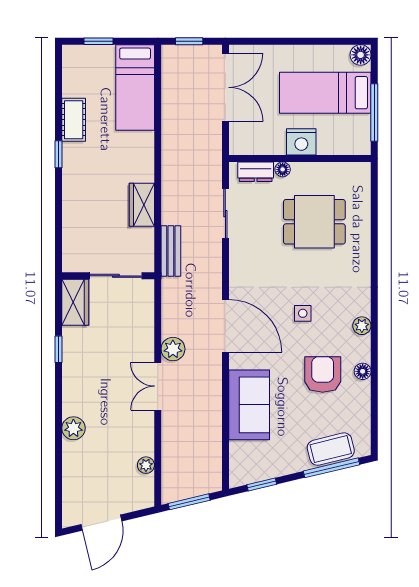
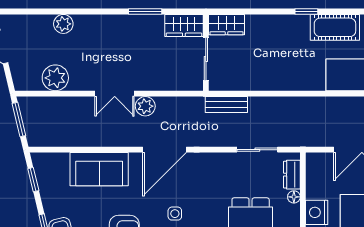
cot: (74, 120) -> (335, 27), width x1.37, depth x1.34
wardrobe: (142, 205) -> (226, 25), moved, turned 180
window: (58, 349) -> (145, 12), width x1.50
double door: (158, 386) -> (115, 94), swing flipped
plant: (73, 428) -> (63, 24), moved
plant: (146, 465) -> (55, 78), width x1.88, depth x1.88

